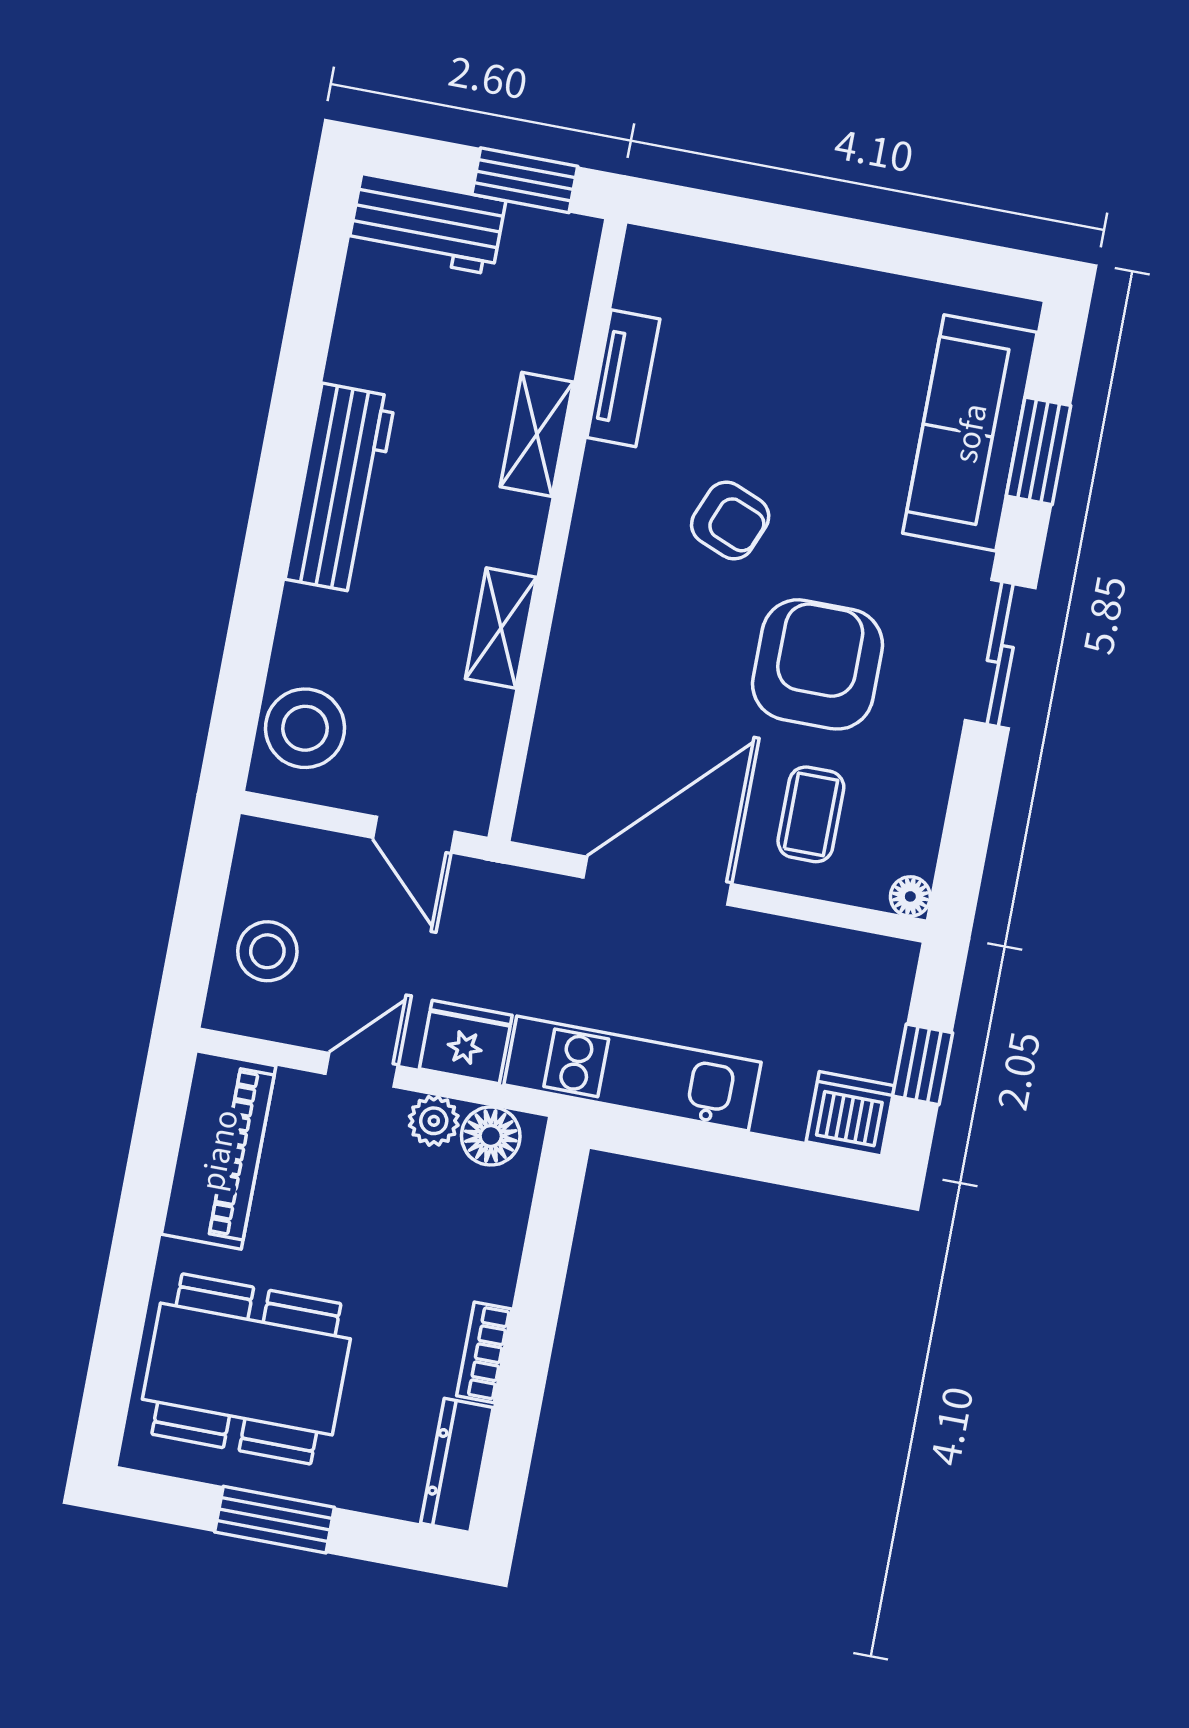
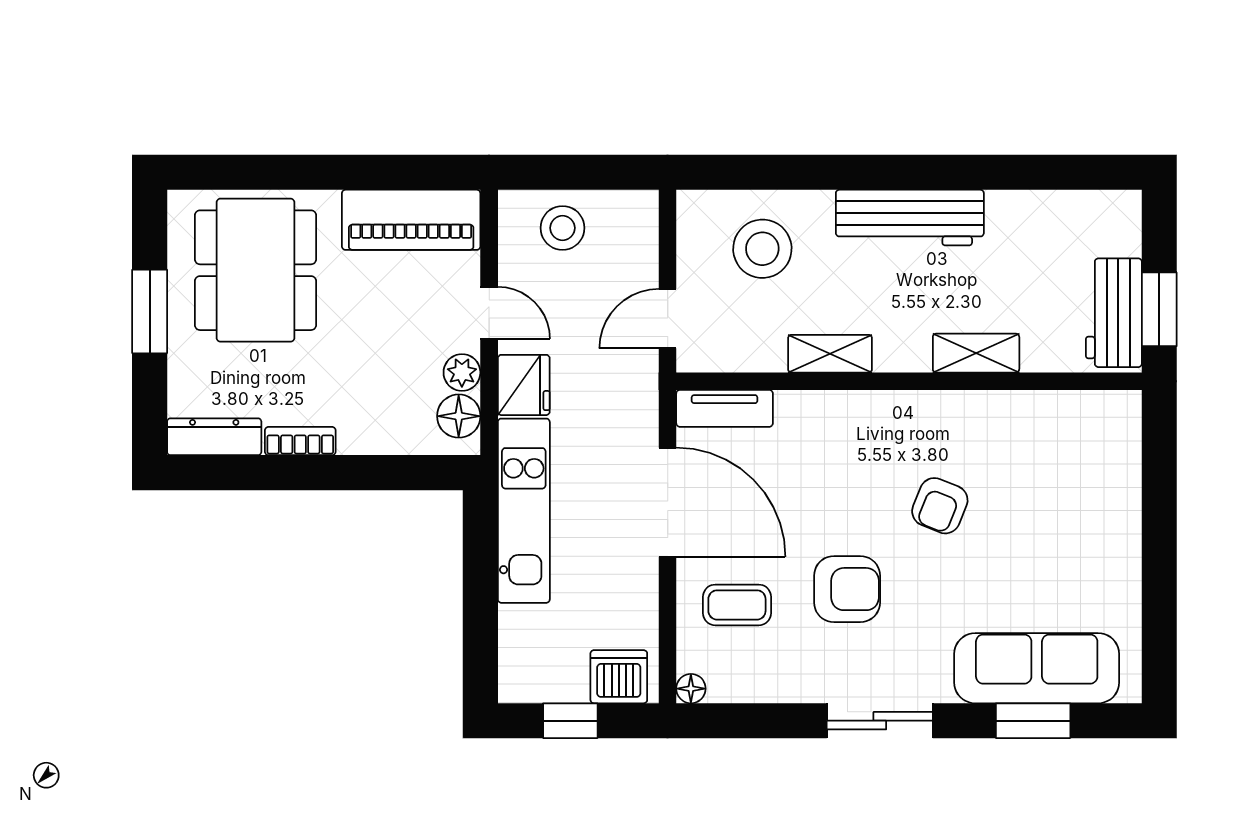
workbench: (427, 224) -> (1114, 313), moved
tv unit: (623, 378) -> (725, 408), moved
armchair: (817, 664) -> (847, 589), width x0.73, depth x0.73
stool: (305, 728) -> (762, 249), moved
dishwasher: (850, 1114) -> (619, 677), moved, turned -90

